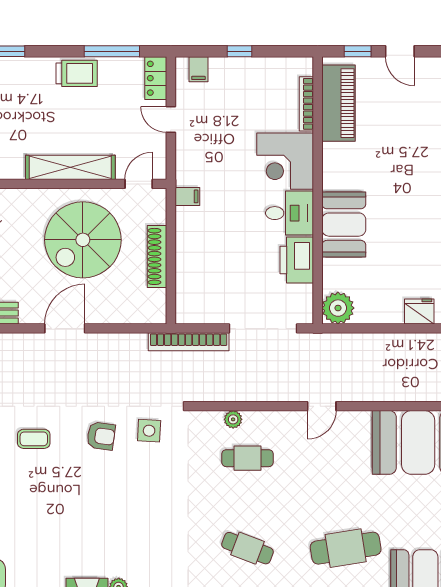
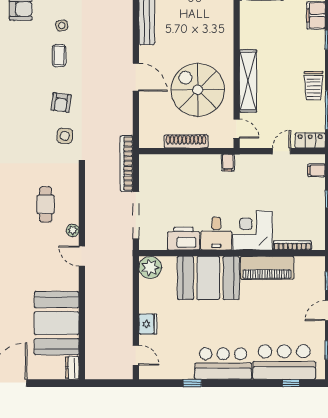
piano: (339, 103) -> (267, 268), moved
booth: (344, 225) -> (208, 278), width x1.36, depth x1.42
plant: (233, 419) -> (73, 230), moved

